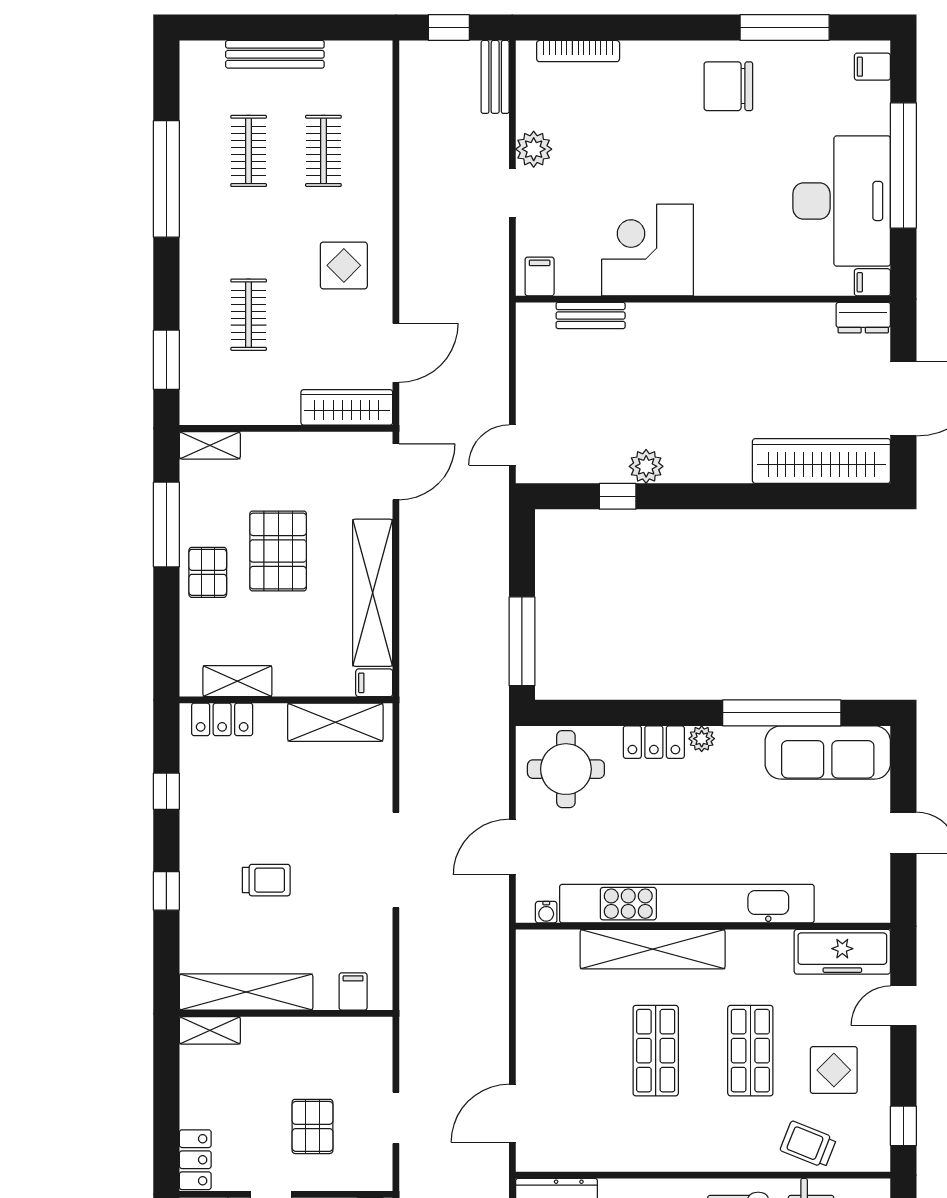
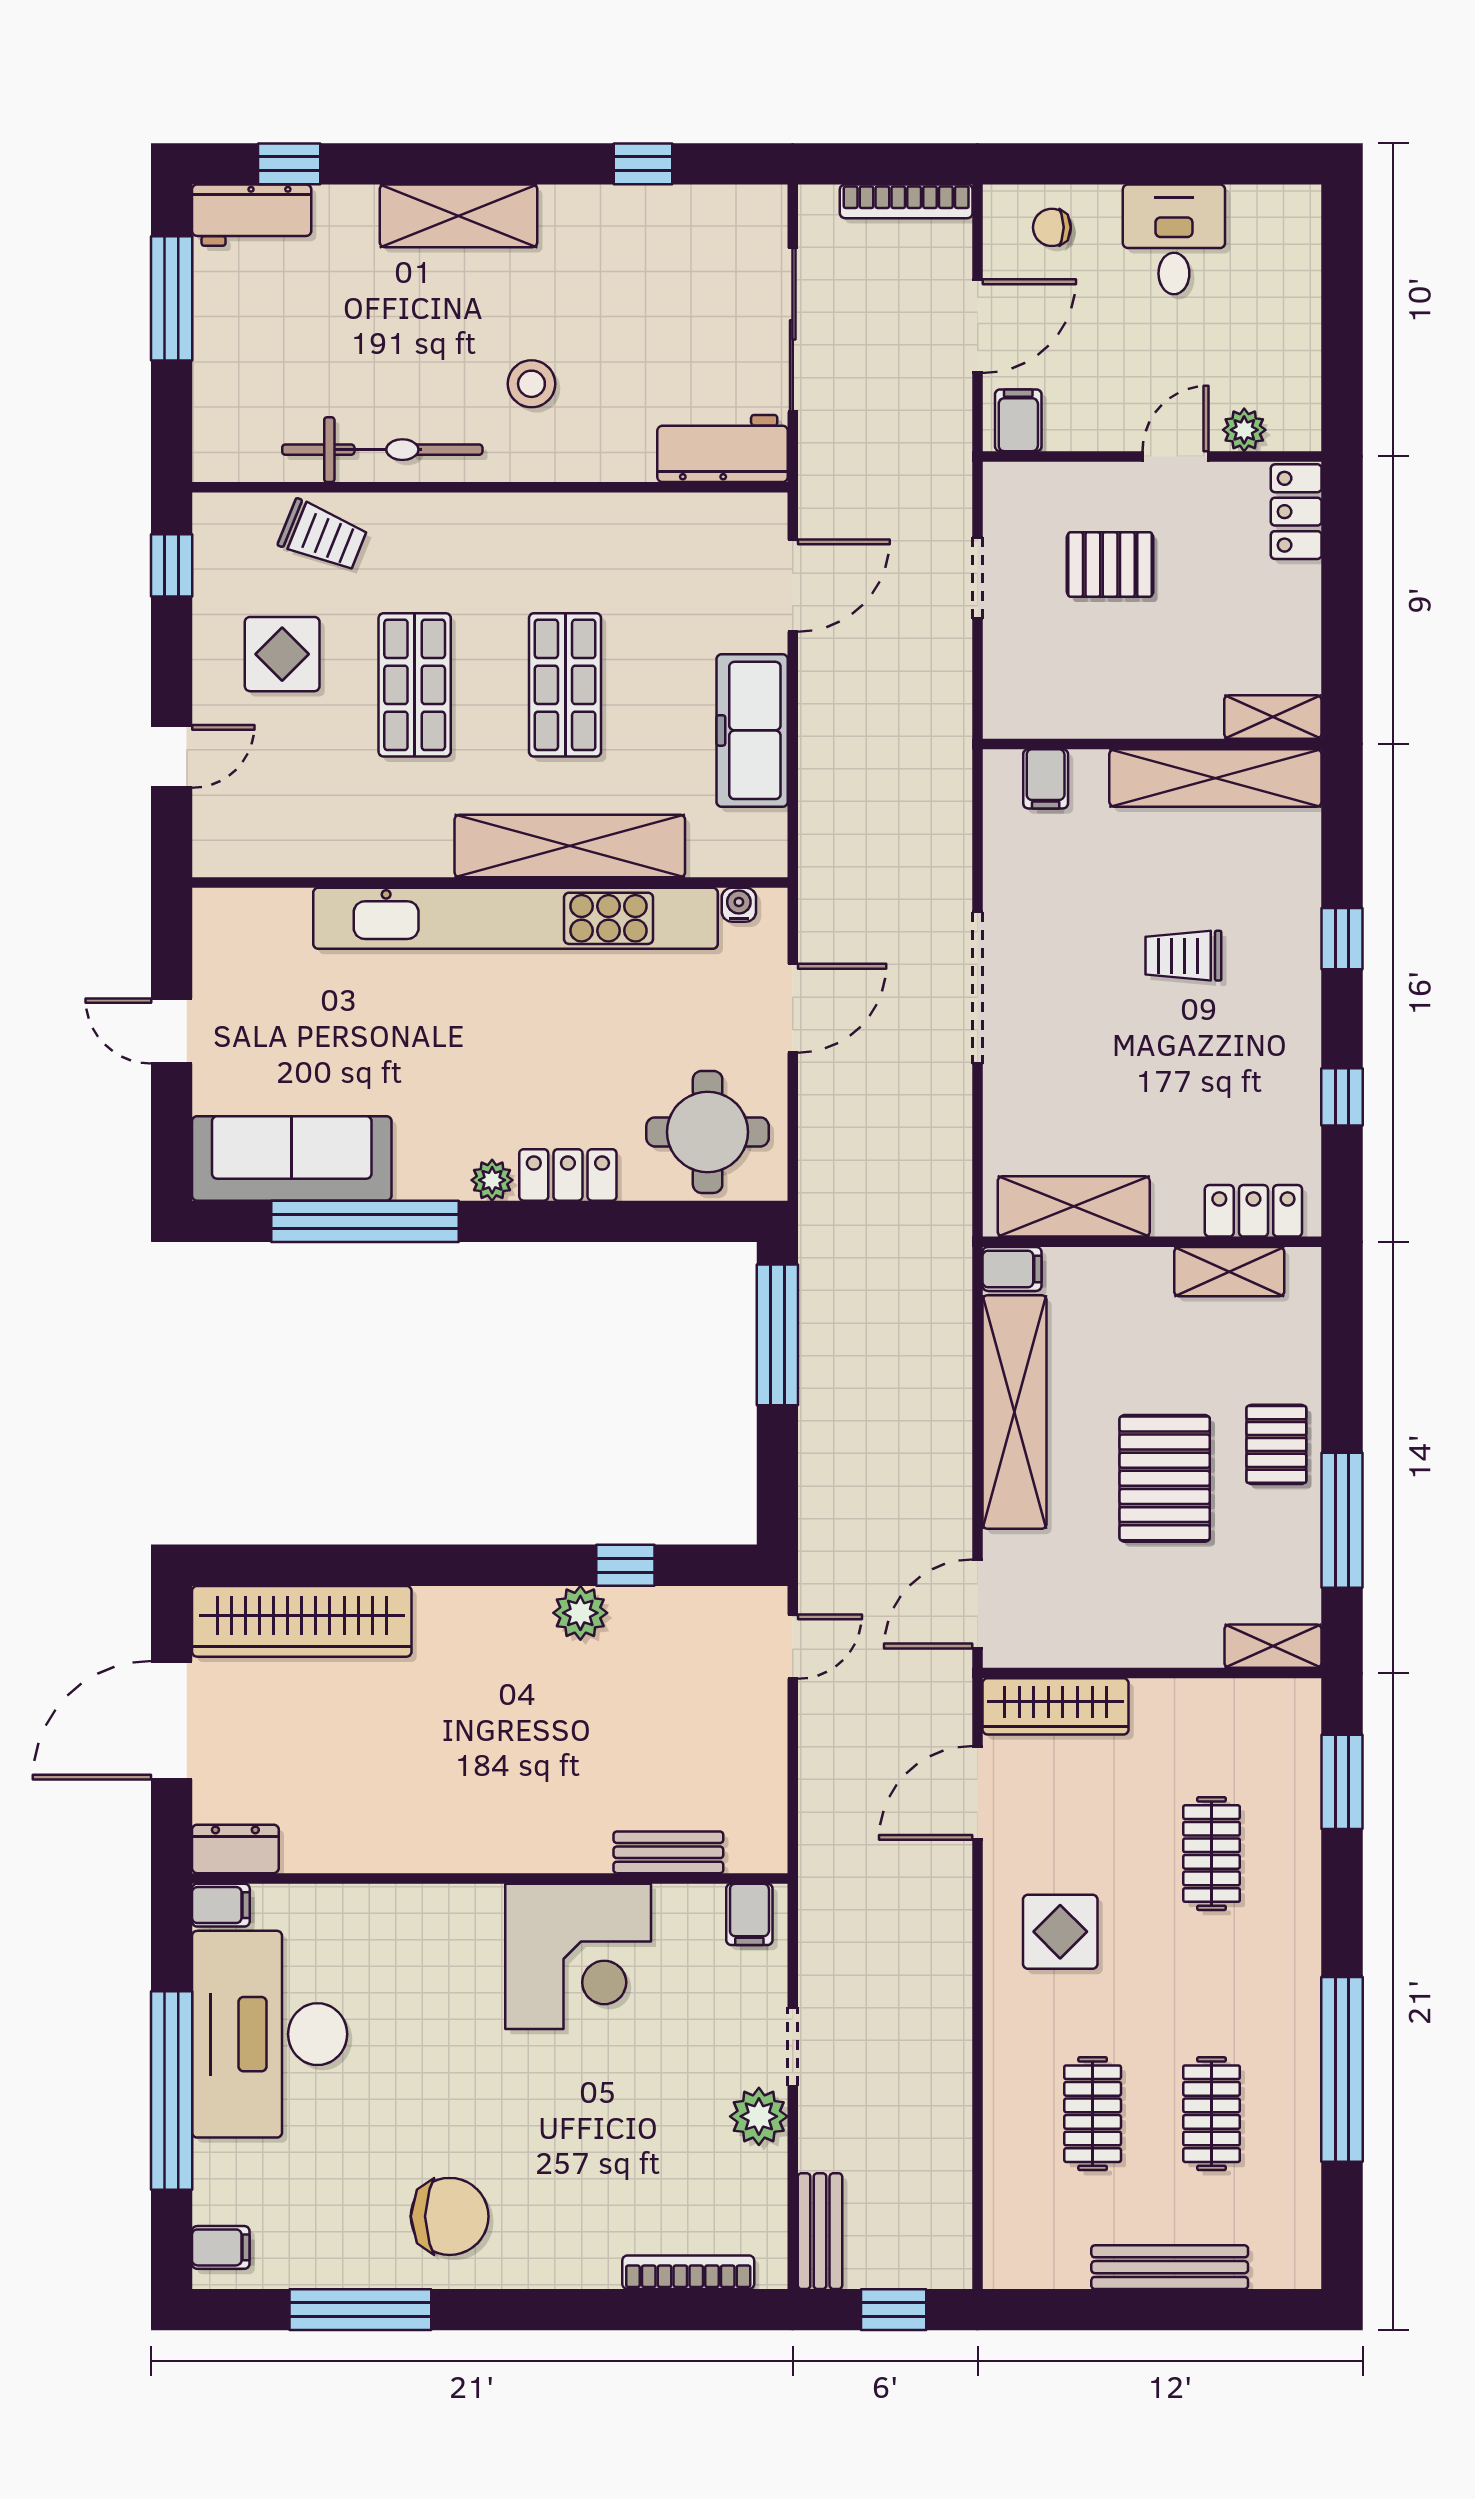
freezer: (842, 952) -> (752, 730), moved, turned -90
pallet: (312, 1126) -> (1110, 565), turned 90

